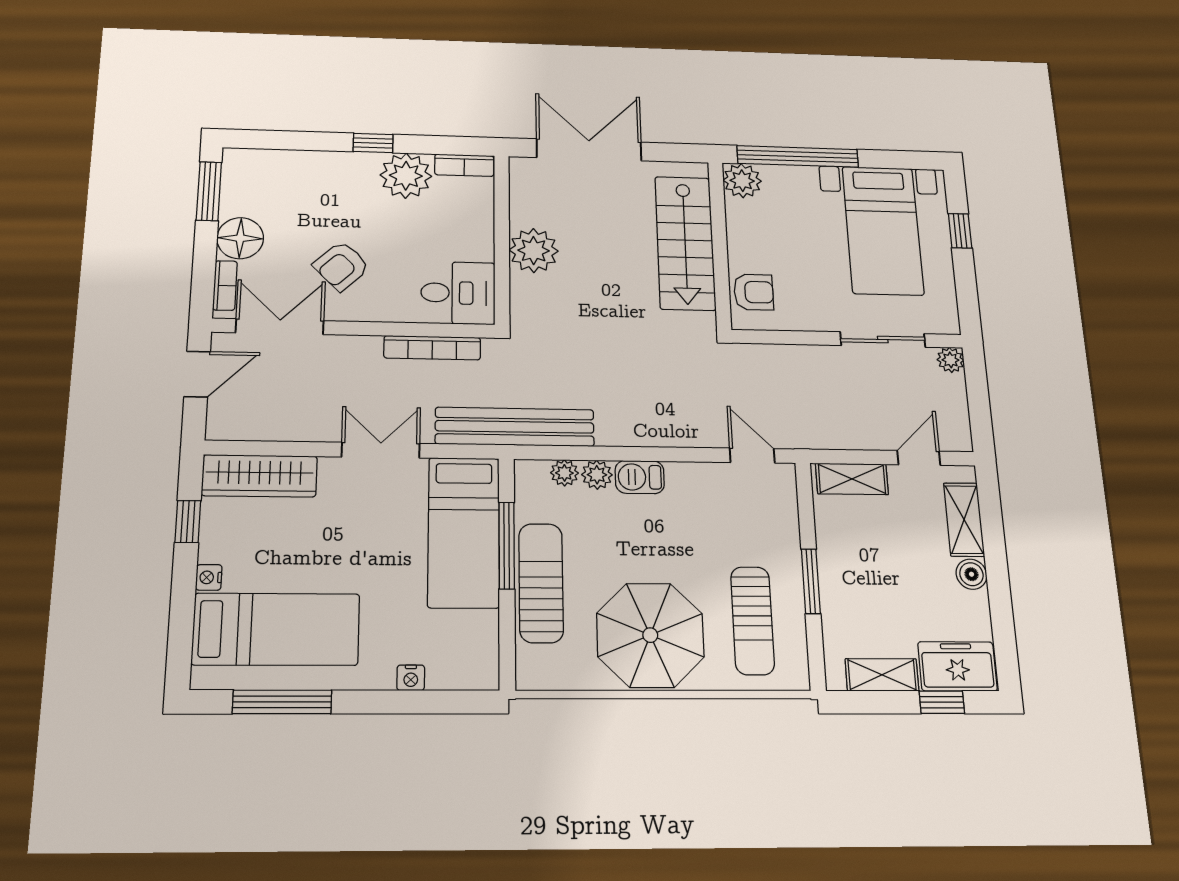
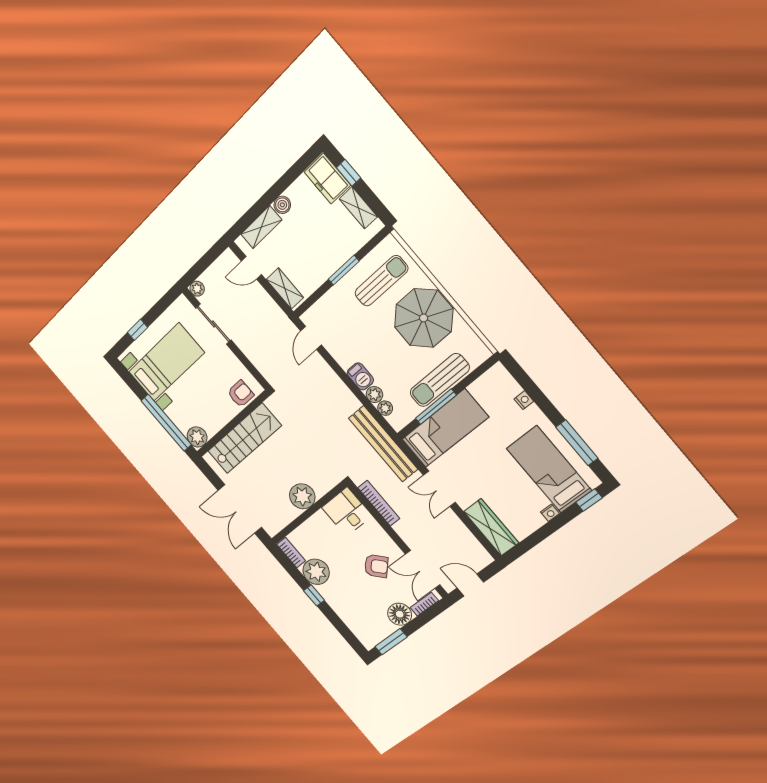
armchair: (754, 292) -> (241, 394), turned 90
window: (188, 521) -> (589, 500), moved

